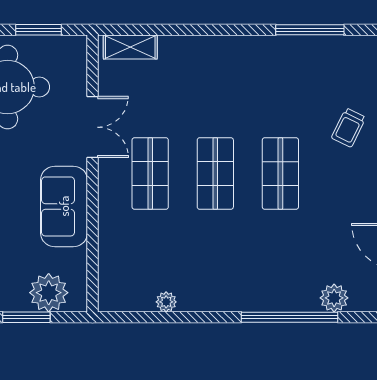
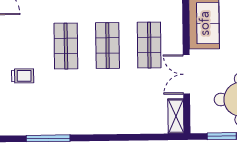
shelving: (130, 47) -> (176, 116), moved, turned 90
trolley: (349, 128) -> (23, 76), turned 64

